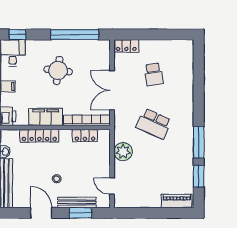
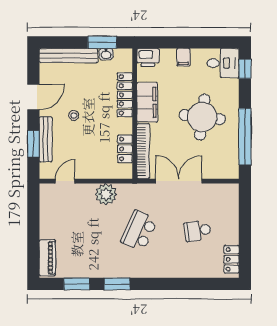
locker: (126, 46) -> (232, 259), moved
round table: (58, 70) -> (202, 117), width x1.36, depth x1.36
window: (199, 142) -> (117, 284), width x0.69

